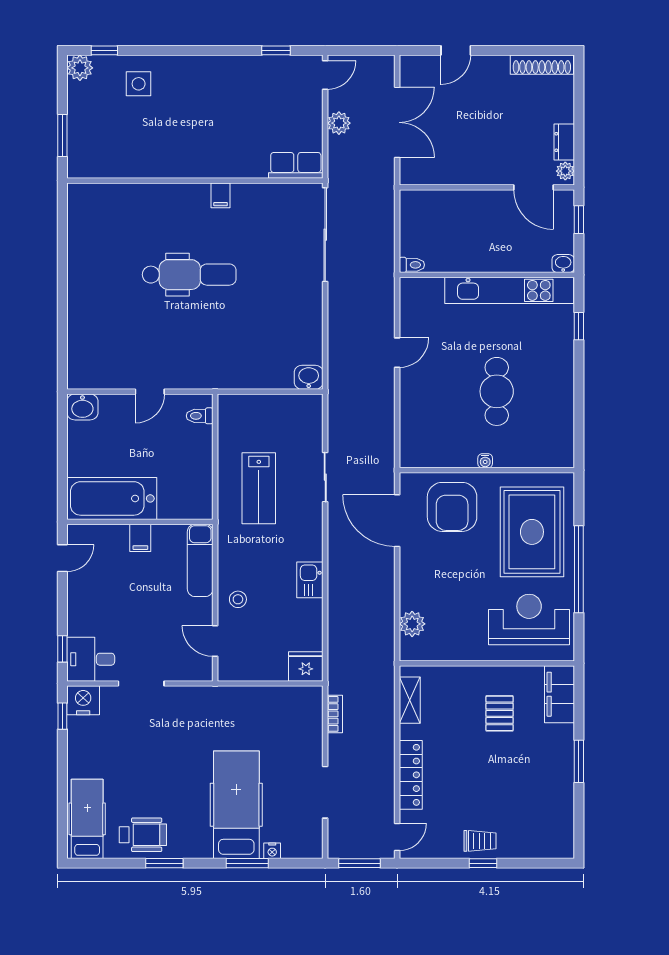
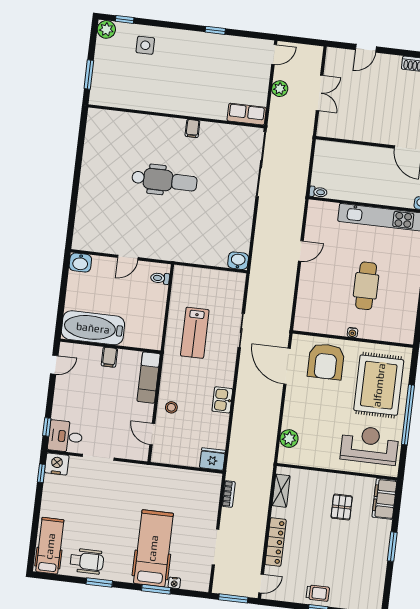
window: (276, 50) -> (215, 30), moved
double door: (397, 122) -> (320, 93), width x0.73

